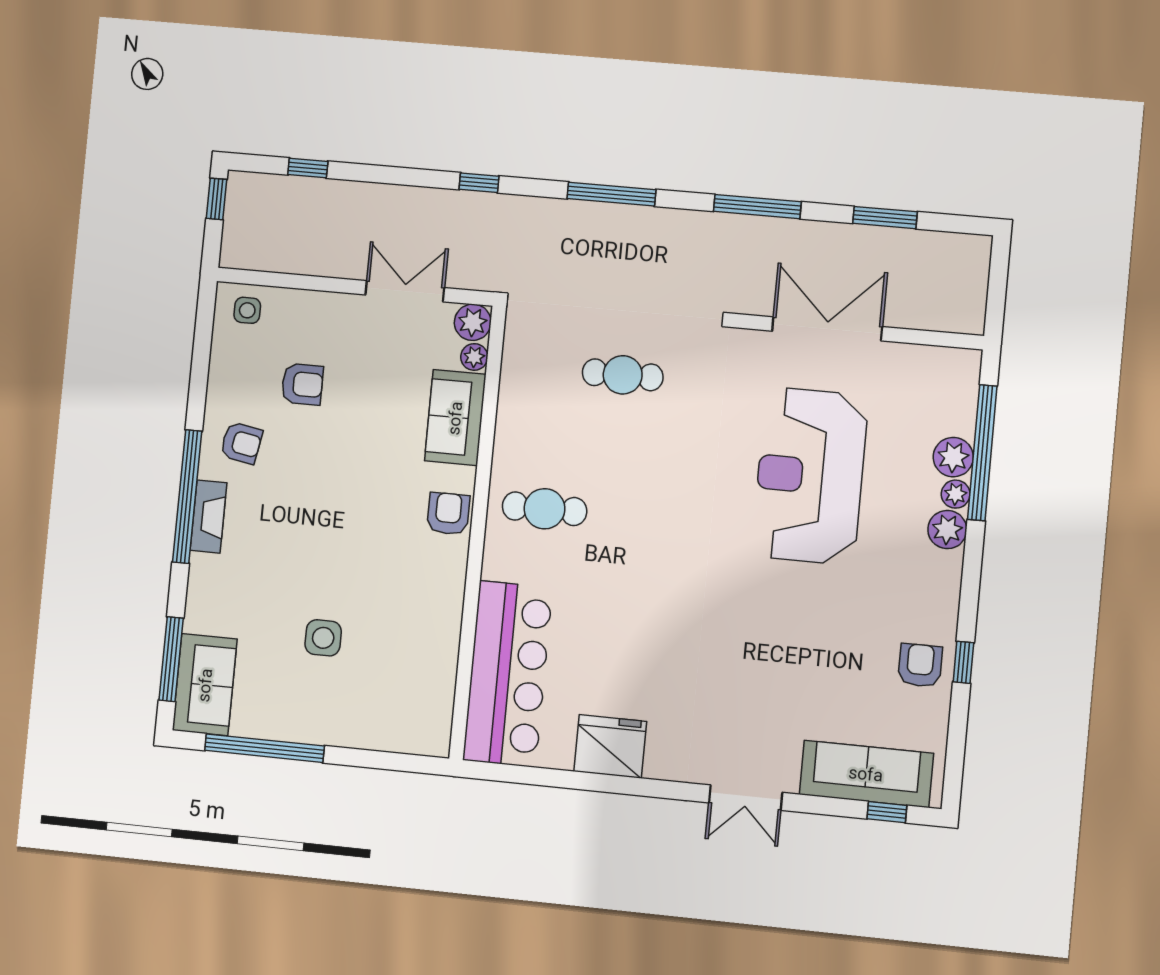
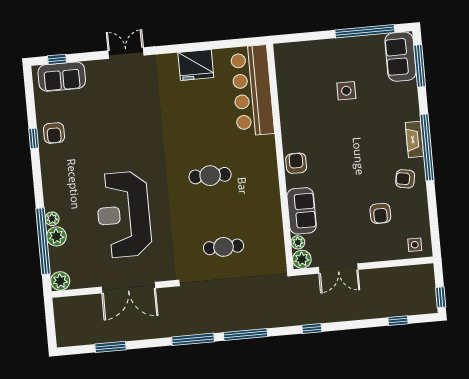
window: (757, 207) -> (193, 339), moved
armchair: (302, 384) -> (380, 213), turned -90
reception desk: (810, 476) -> (124, 215), turned 180
cafe table: (545, 509) -> (210, 176), moved
armchair: (448, 514) -> (296, 163), turned 180
plant: (947, 530) -> (60, 281), moved
sofa: (866, 774) -> (62, 77), width x0.73

